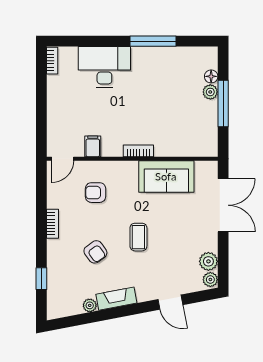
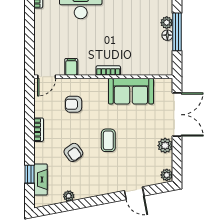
floor lamp: (211, 76) -> (167, 35), moved
plant: (208, 261) -> (165, 146), moved
fireplace: (116, 299) -> (40, 179), moved, turned 101

